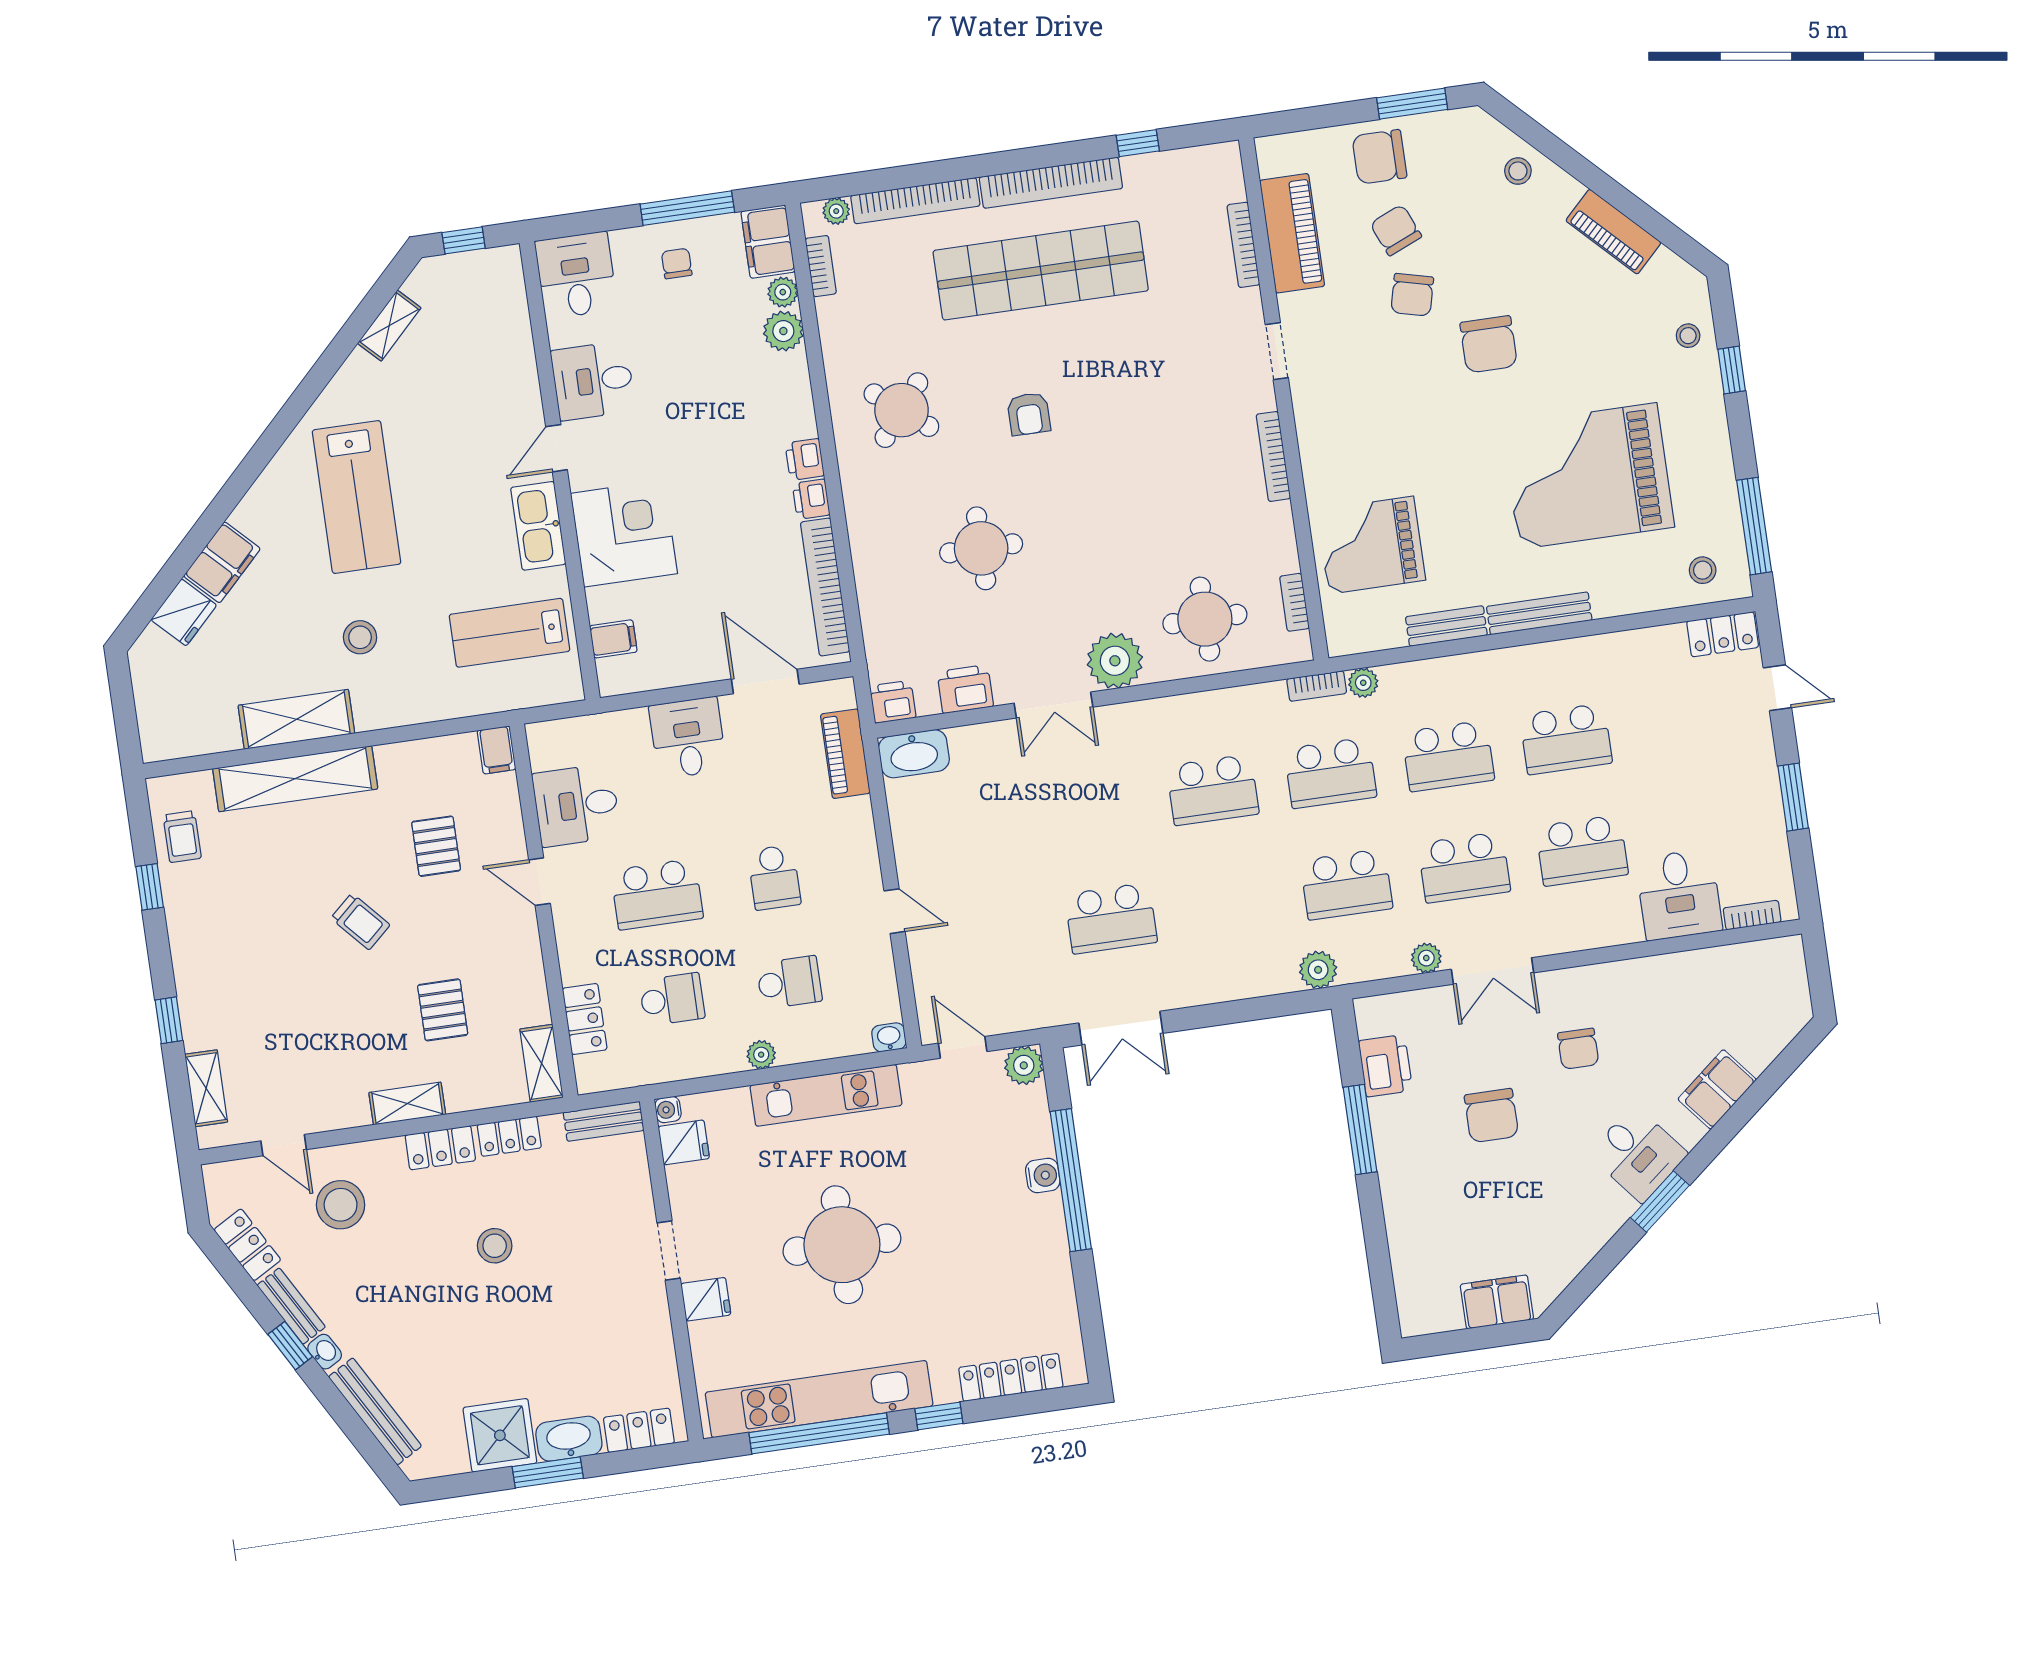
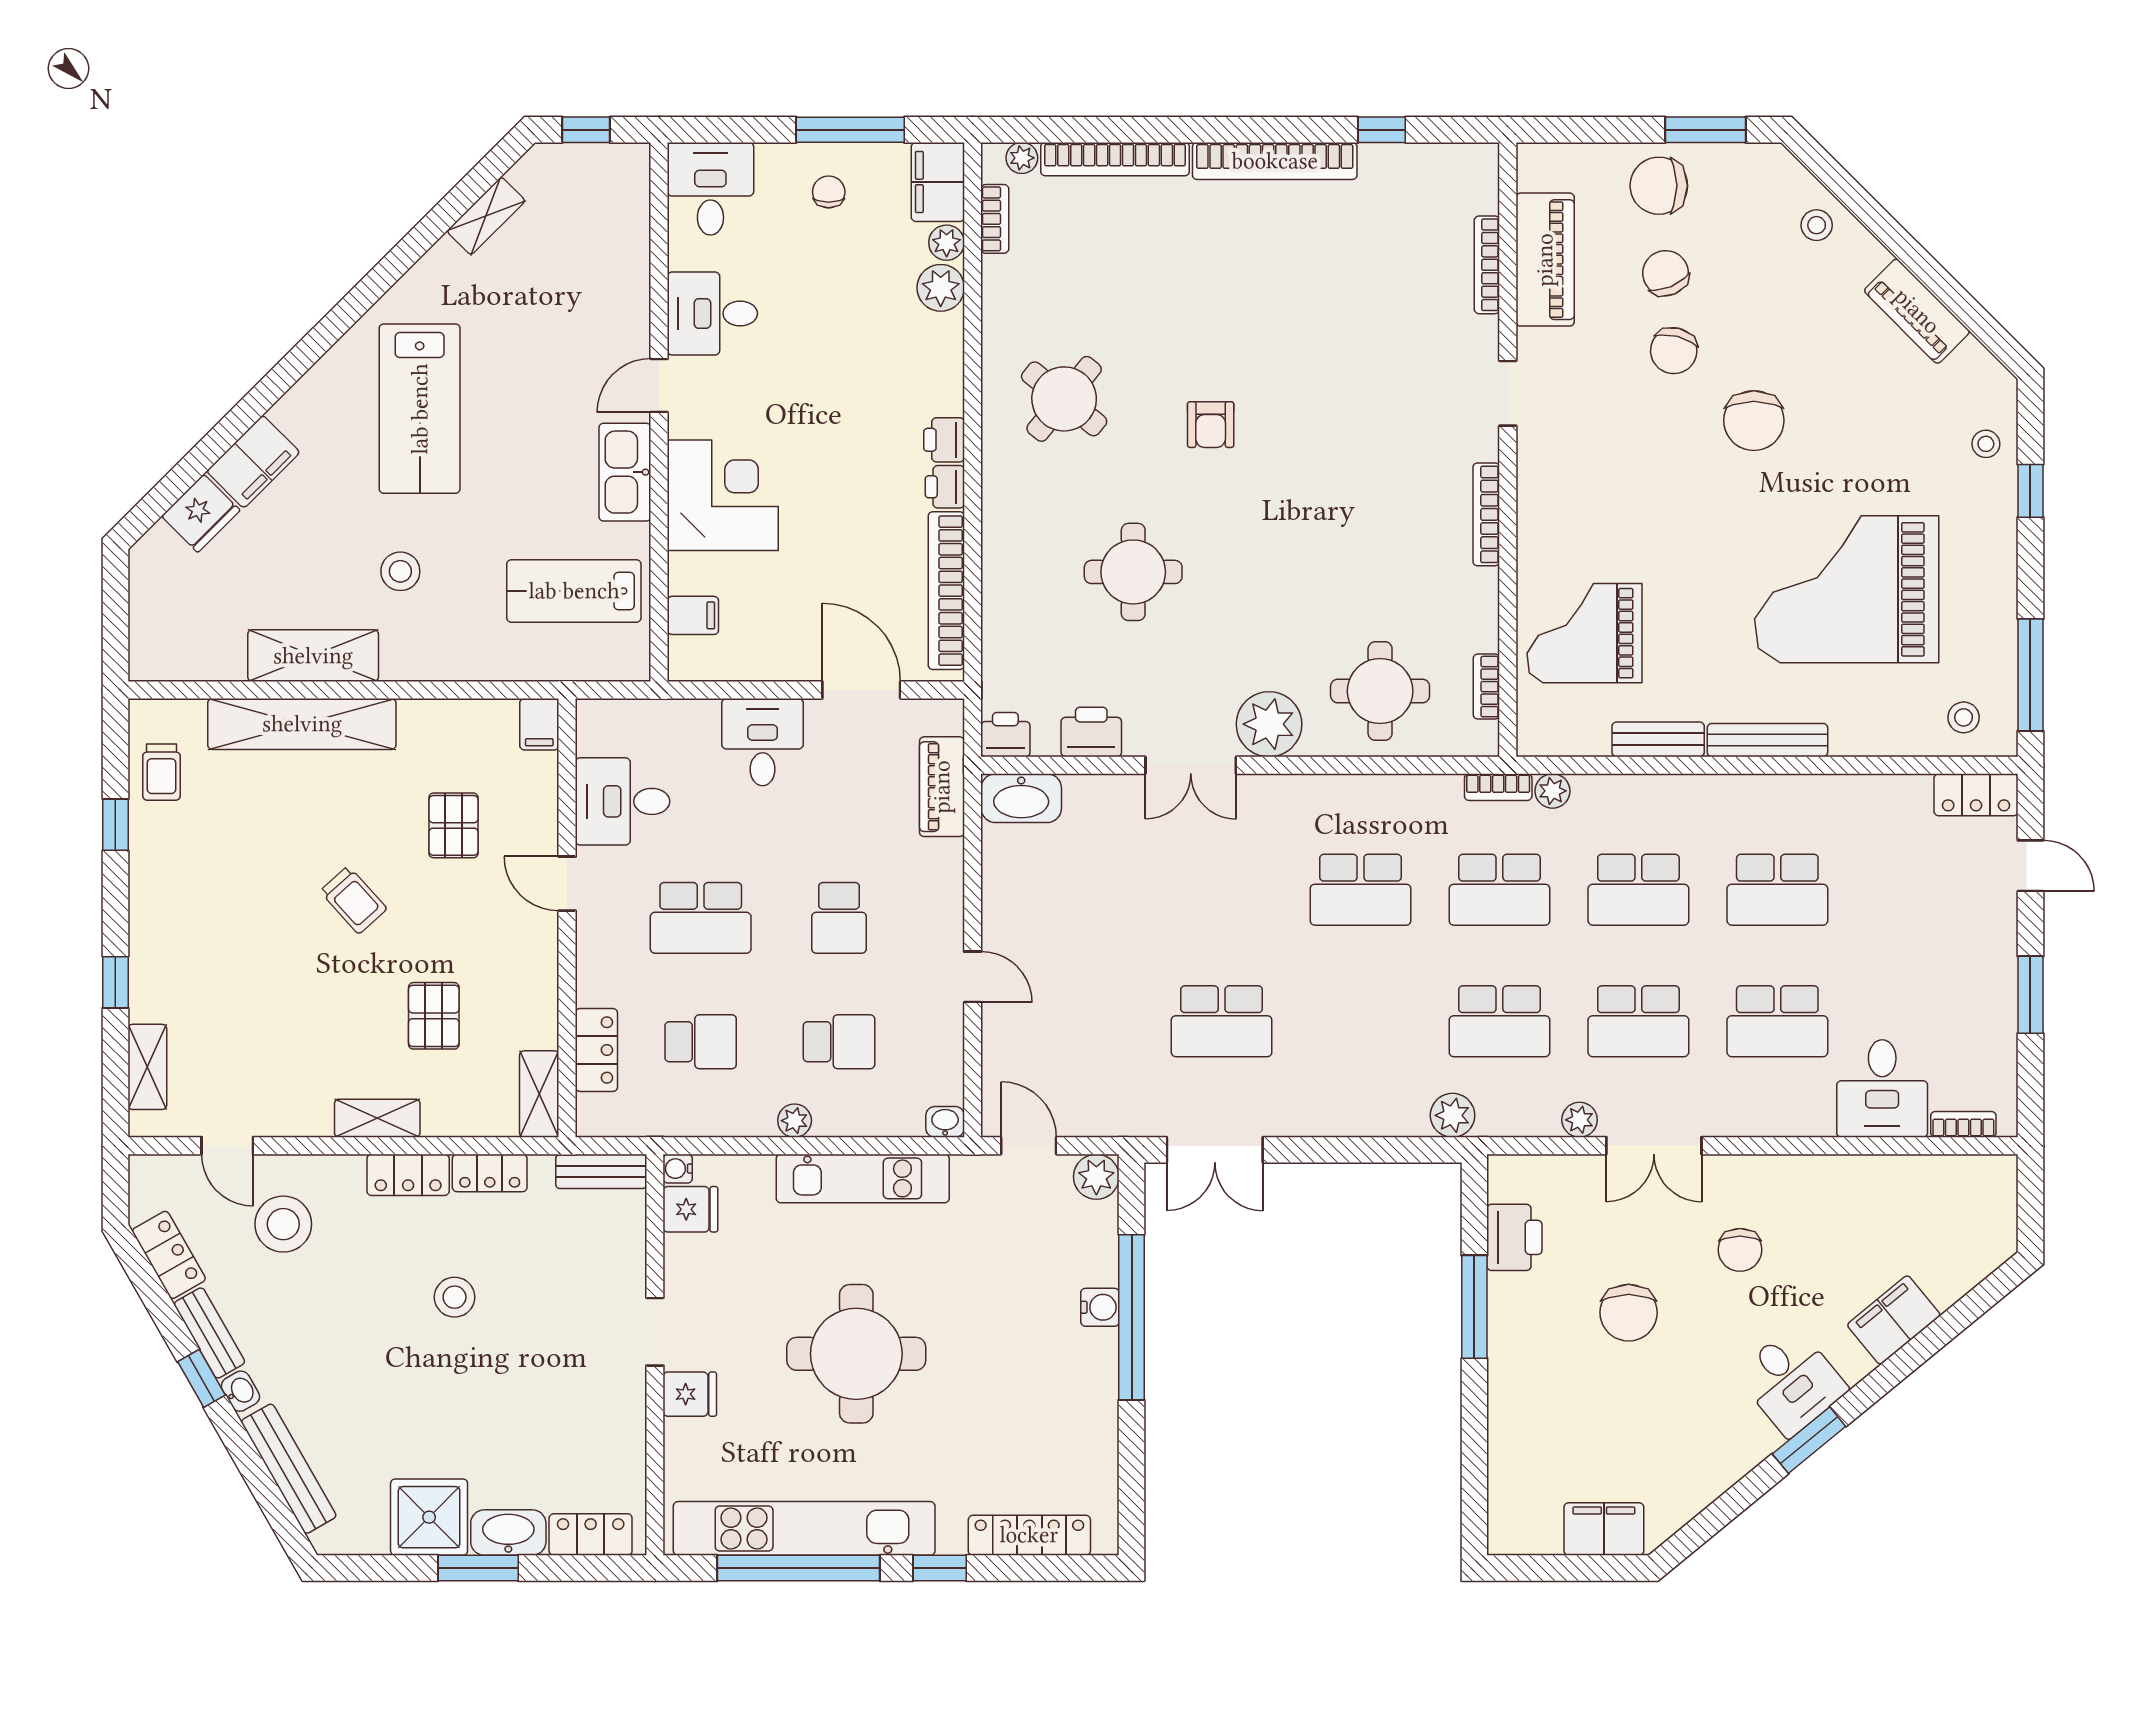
shop shelf: (1041, 271) -> (1248, 261), removed

